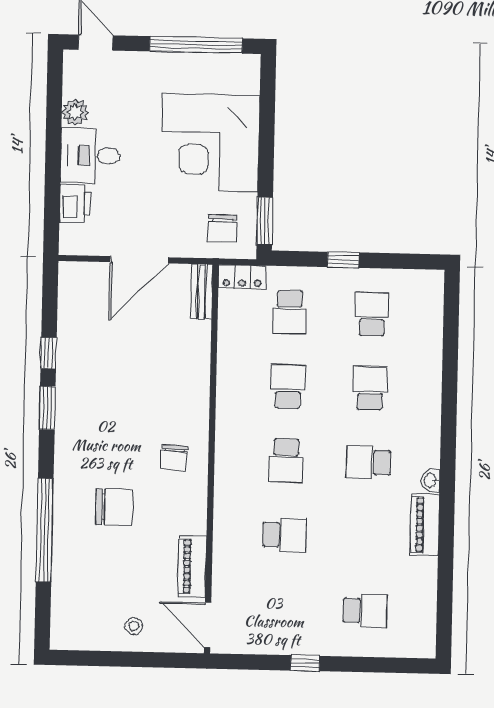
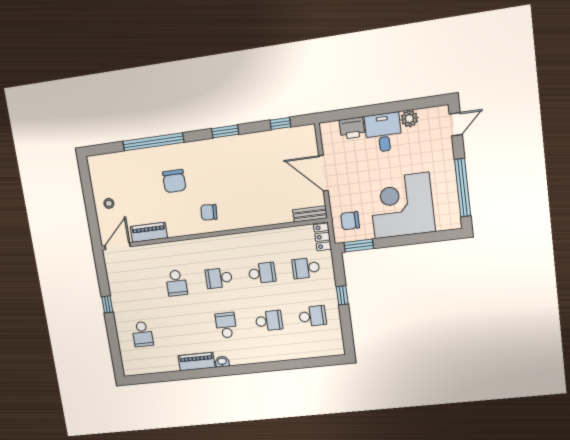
window: (49, 353) -> (280, 123), moved

